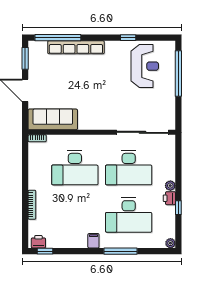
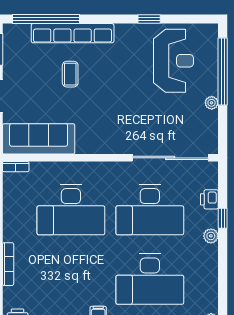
coffee table: (74, 75) -> (70, 74), added
plant: (171, 95) -> (212, 103), added
printer: (169, 198) -> (209, 199), moved
window: (178, 208) -> (223, 218), moved

